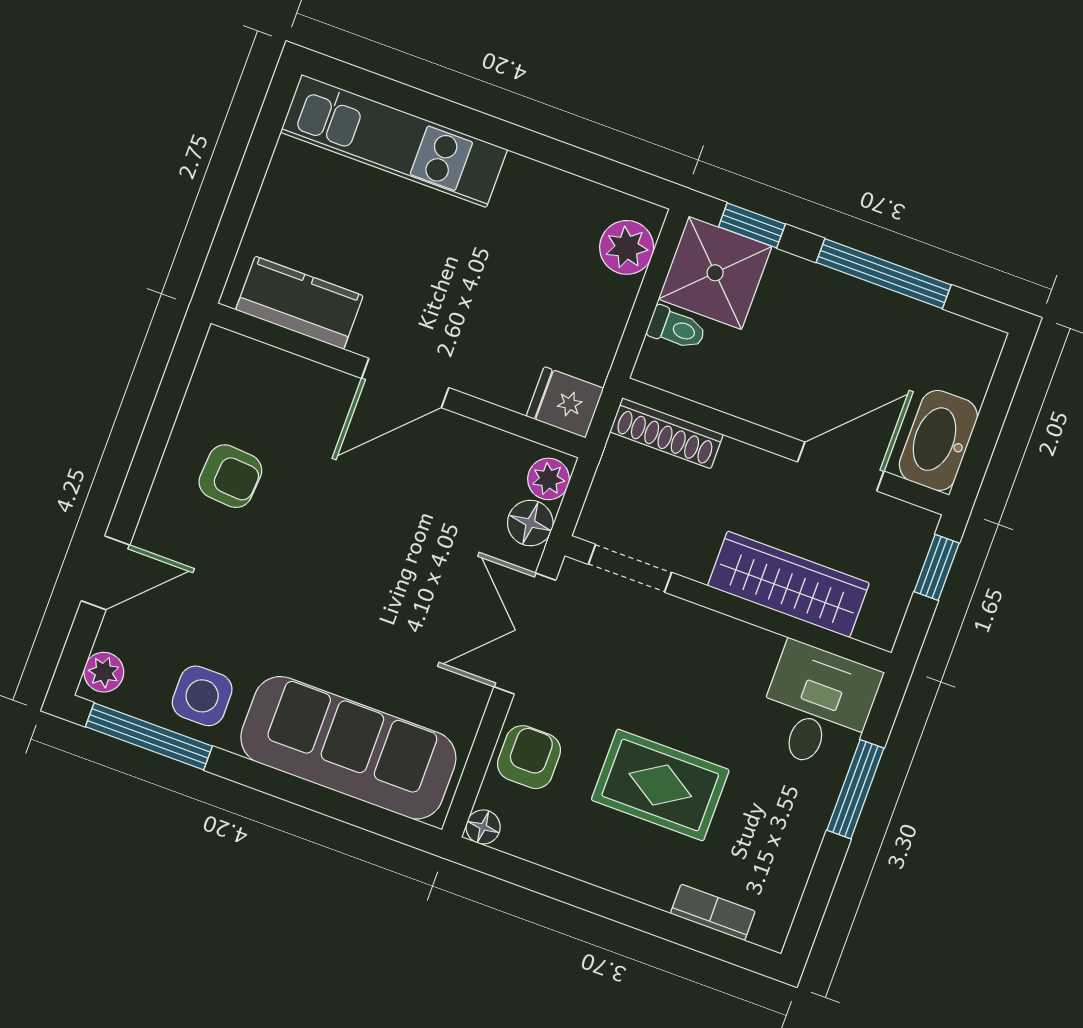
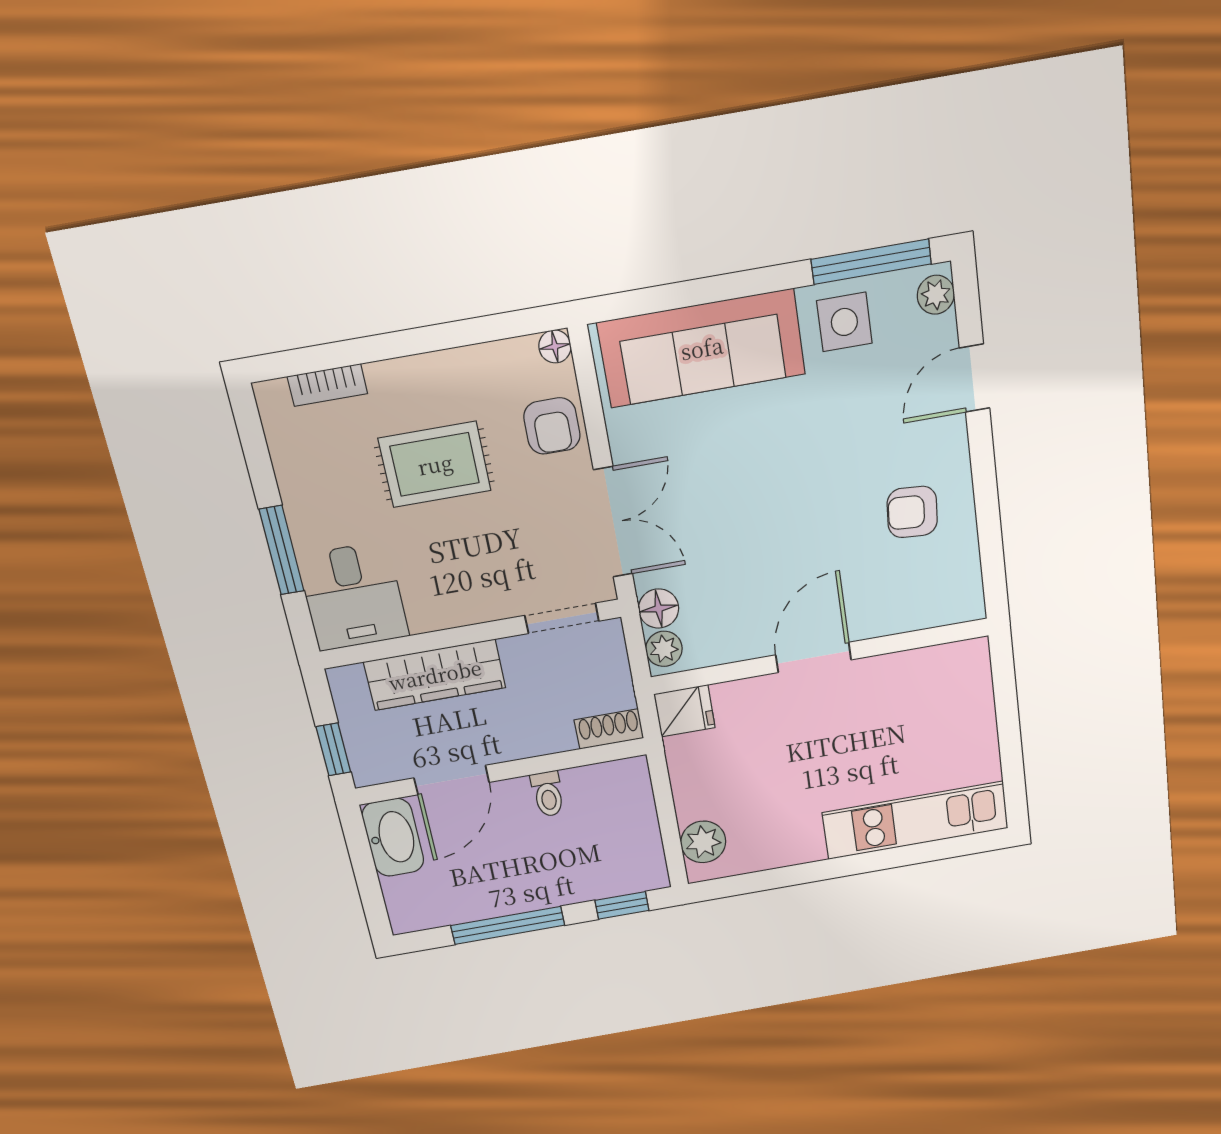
shower: (715, 273) -> (629, 860), removed
kitchen counter: (299, 303) -> (926, 670), removed
toilet: (677, 328) -> (548, 794), moved, turned -90
shoe rack: (666, 433) -> (609, 729), width x0.70

